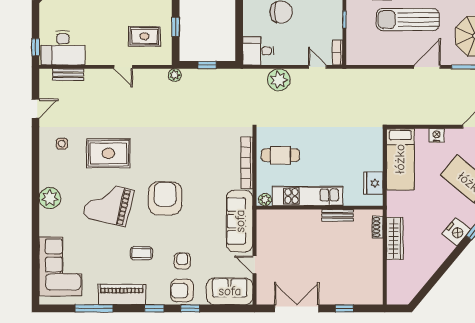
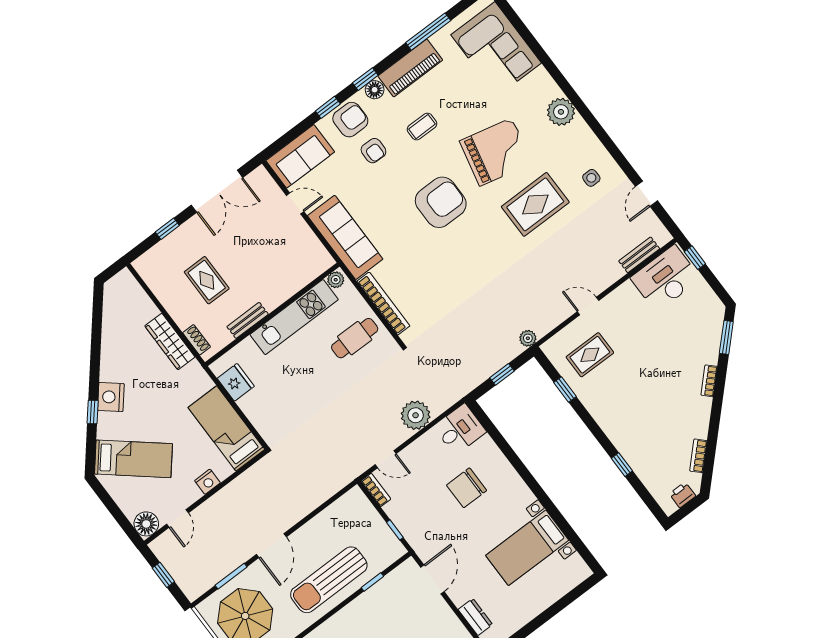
sun lounger: (408, 19) -> (329, 580), turned 180
armchair: (165, 198) -> (441, 202), turned -90
rug: (344, 259) -> (207, 280), added
floor lamp: (153, 298) -> (375, 90), added

